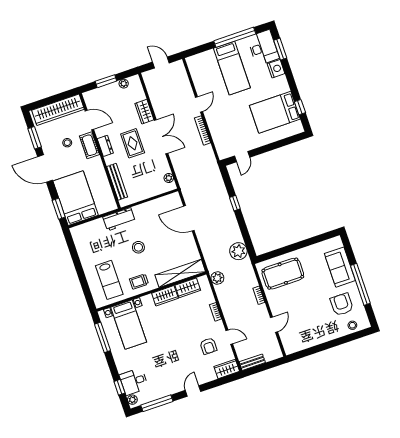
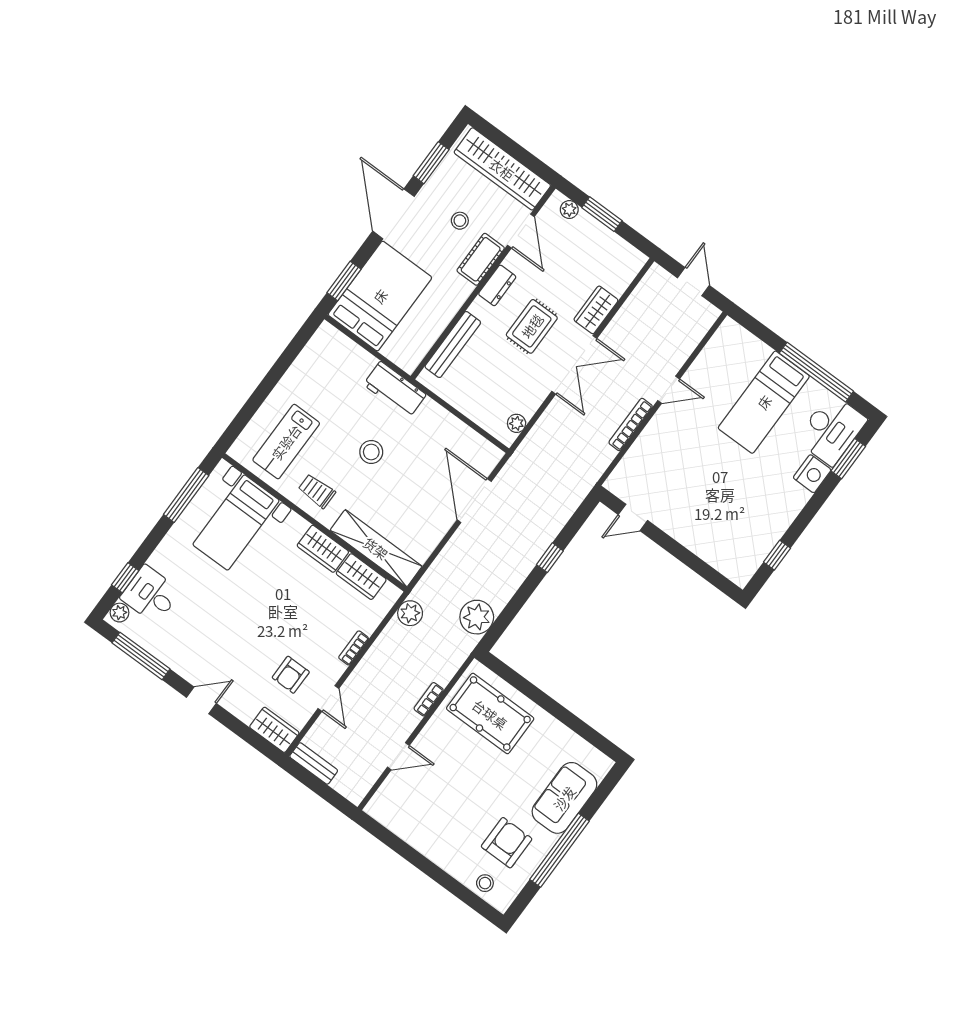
plant: (124, 84) -> (569, 210), moved
bed: (275, 112) -> (741, 521), removed

